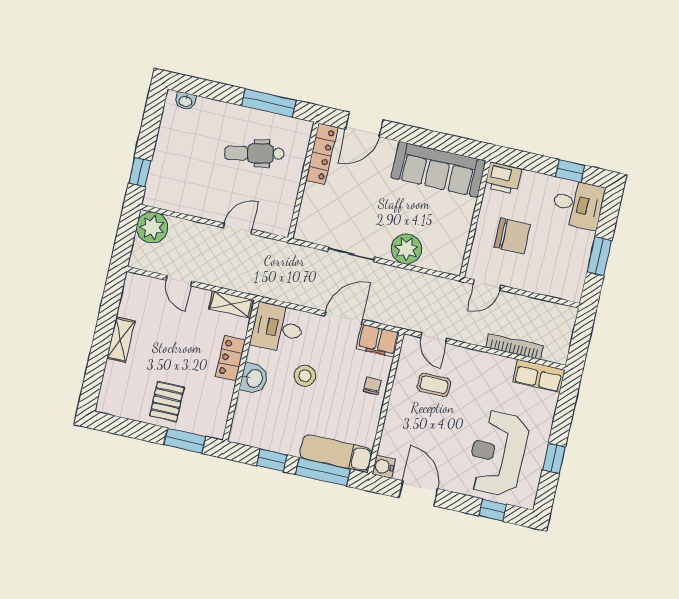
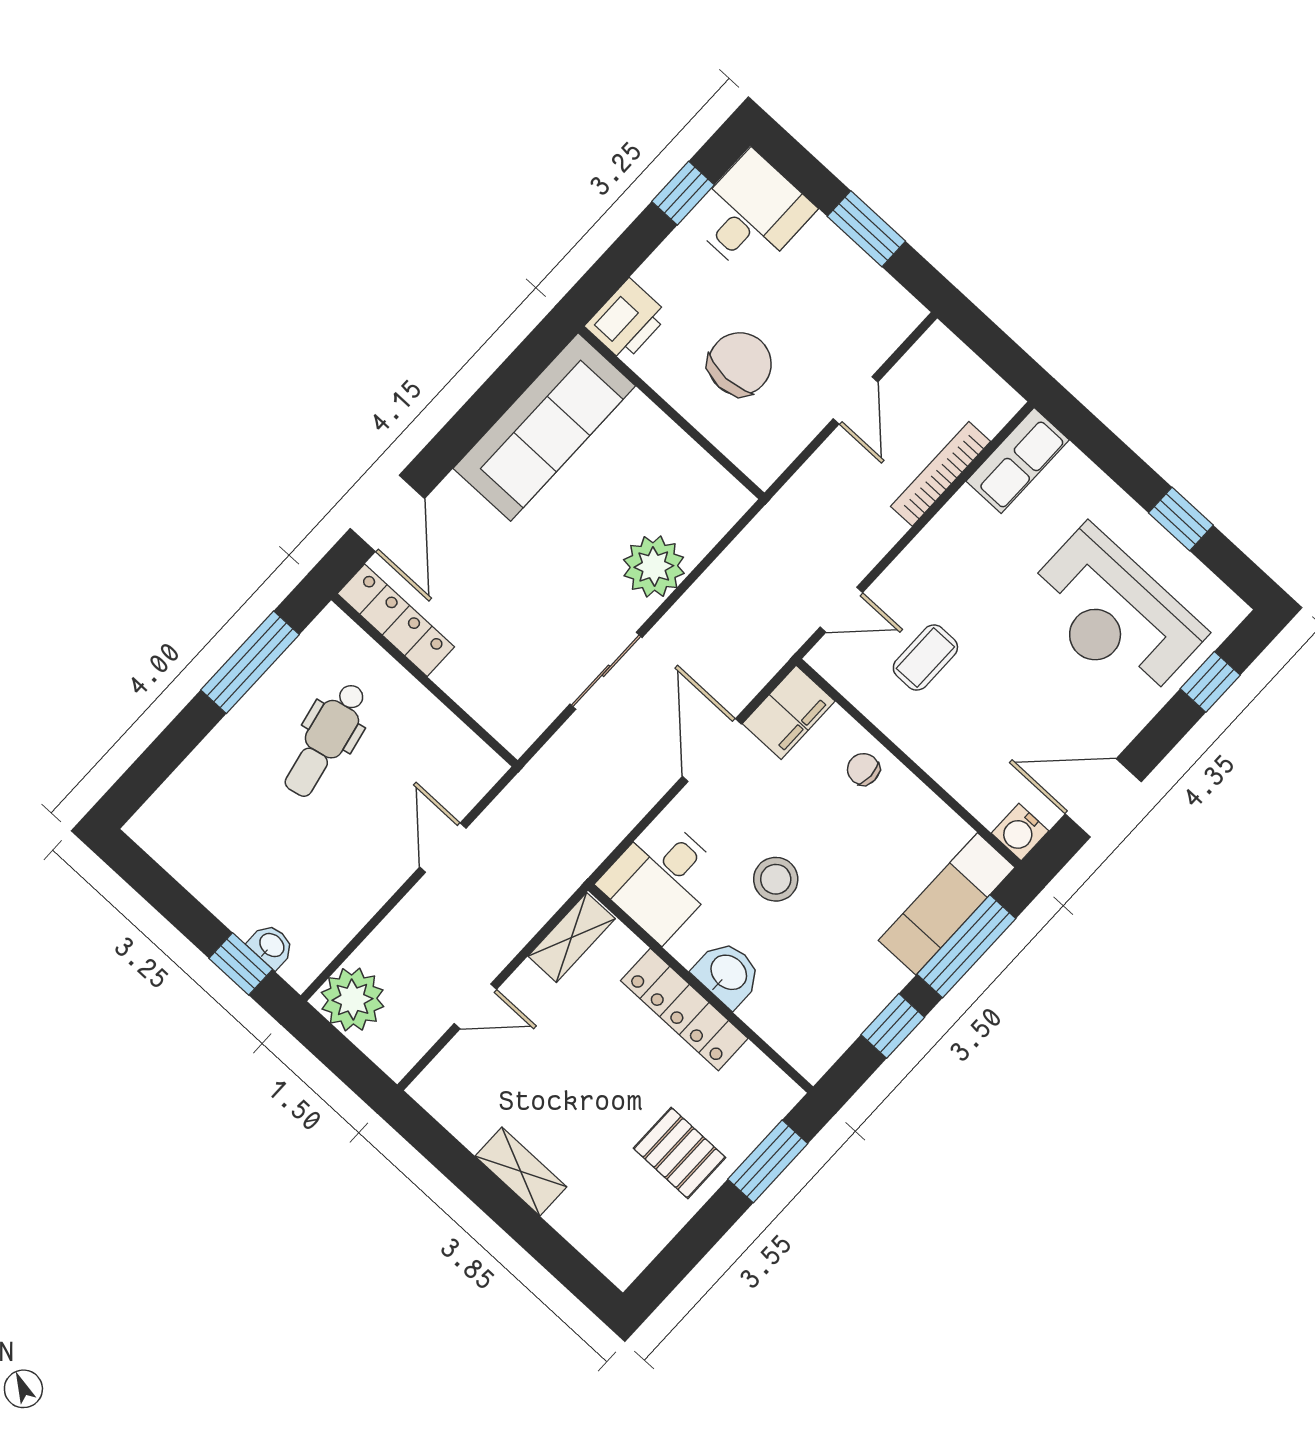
washbasin: (186, 101) -> (271, 946), moved, turned -90
door: (487, 285) -> (856, 400), moved
locker: (231, 358) -> (684, 1010), width x1.53

